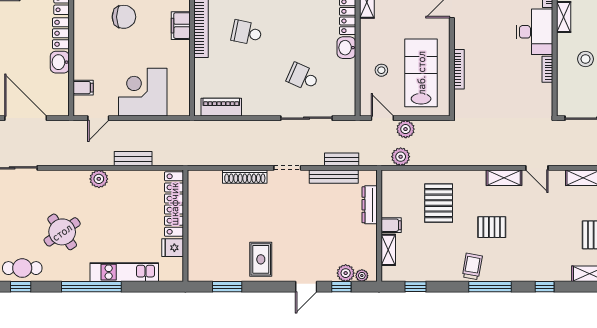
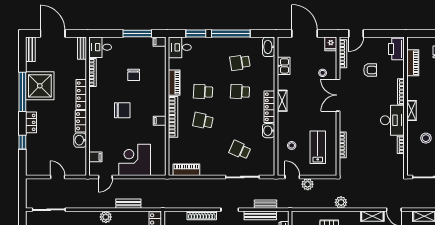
filing cabinet: (181, 26) -> (160, 121), width x0.50
lab bench: (421, 73) -> (318, 147), width x0.73, depth x0.72
door: (26, 118) -> (58, 177), width x0.53
plant: (401, 157) -> (341, 202), moved

